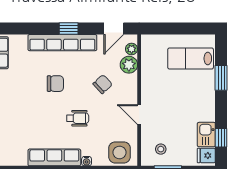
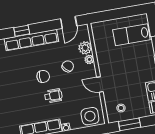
window: (69, 29) -> (22, 31), moved
plant: (132, 49) -> (89, 59), moved
chair: (55, 84) -> (43, 76), moved

